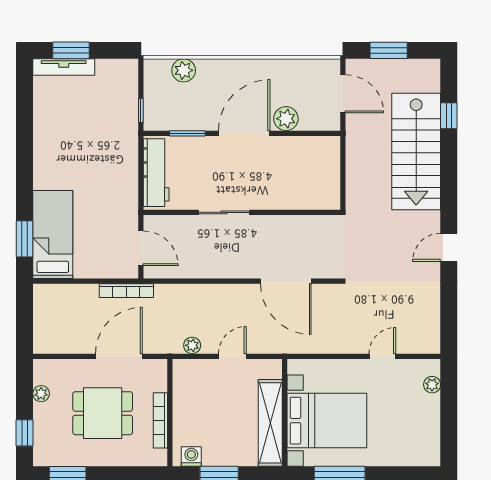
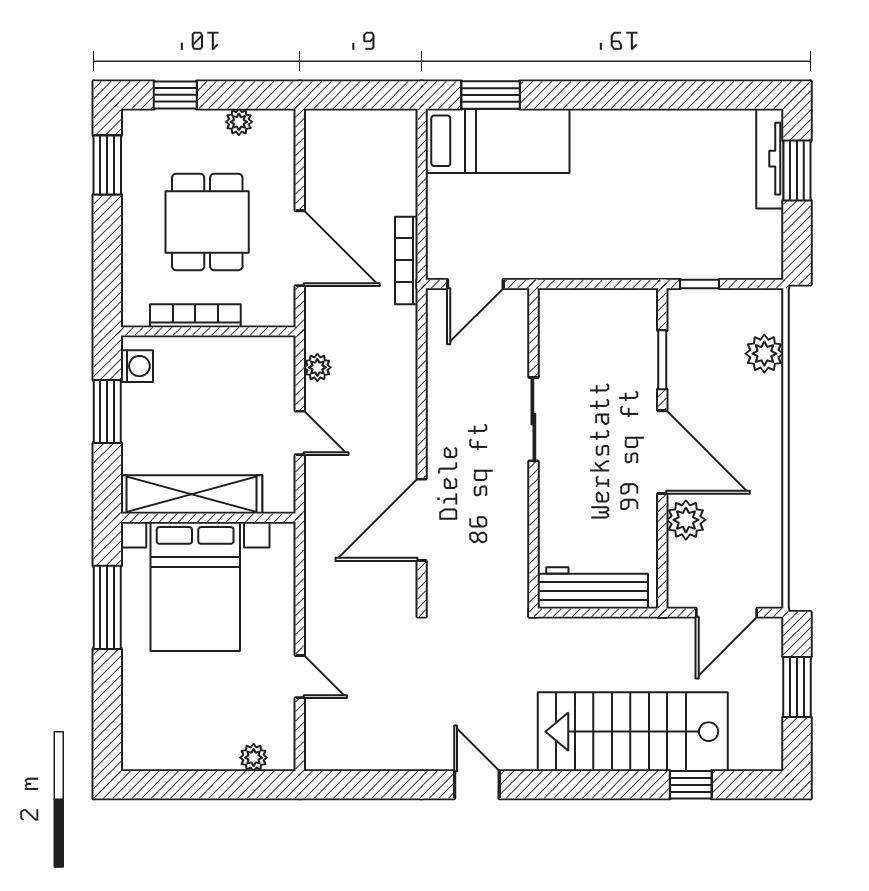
workbench: (156, 173) -> (593, 588), moved, turned 180

